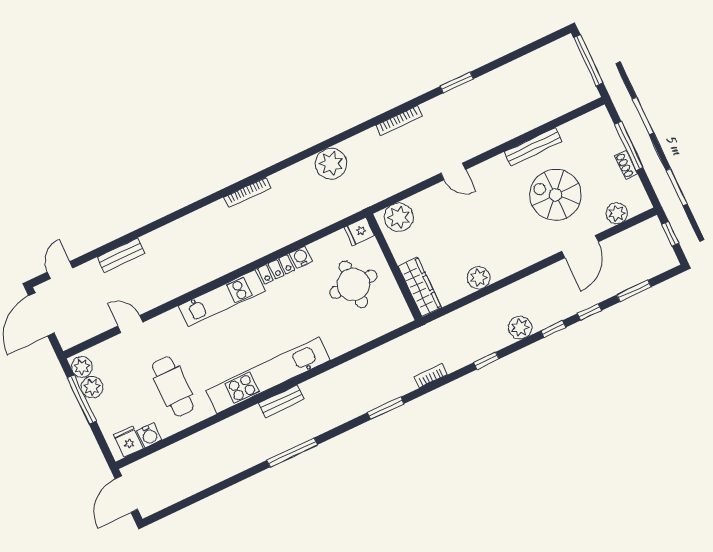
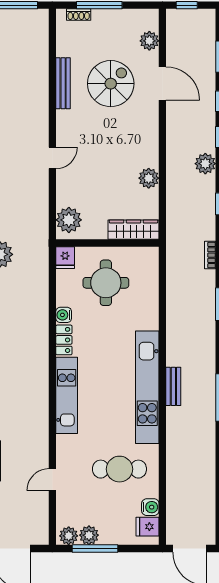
shoe rack: (626, 165) -> (79, 14), moved
spiral stairs: (555, 195) -> (111, 84), turned 180

